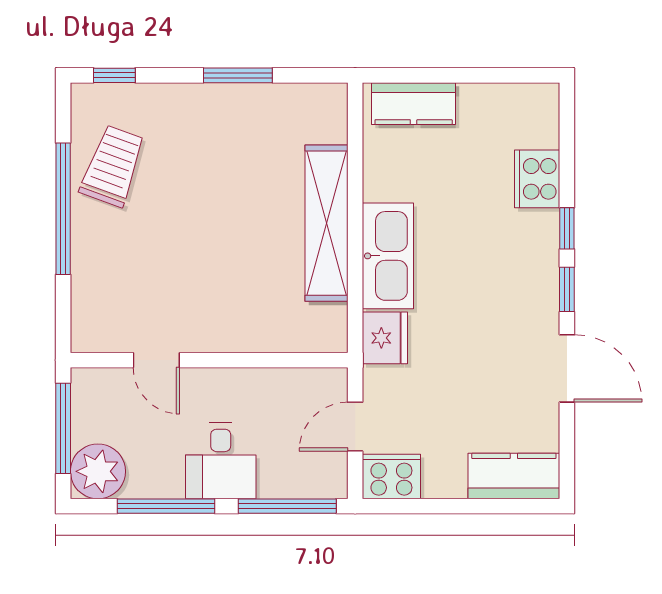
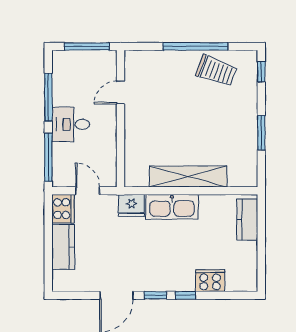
plant: (98, 471) -> (66, 64), removed
kitchen counter: (514, 476) -> (63, 247), moved

